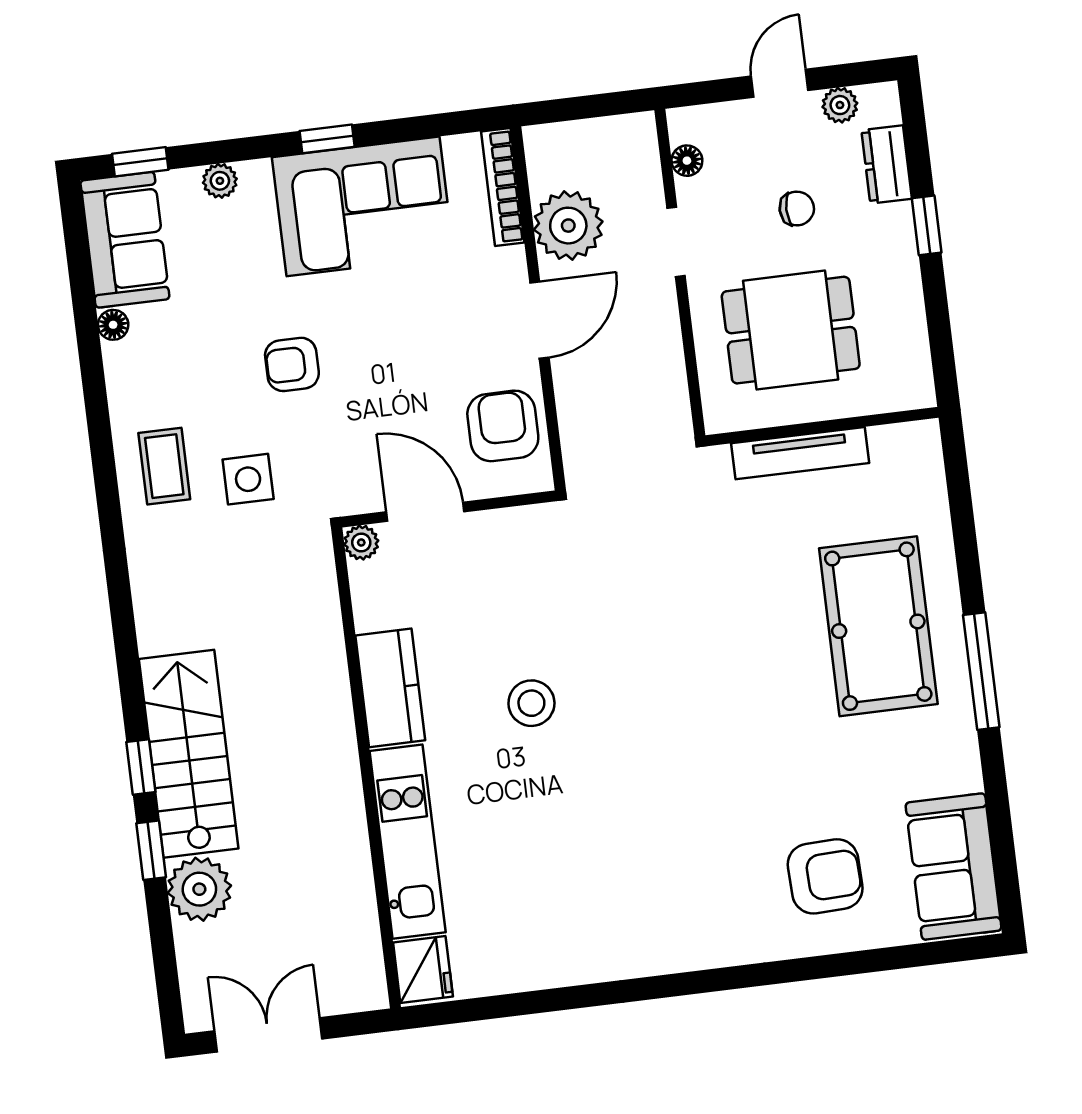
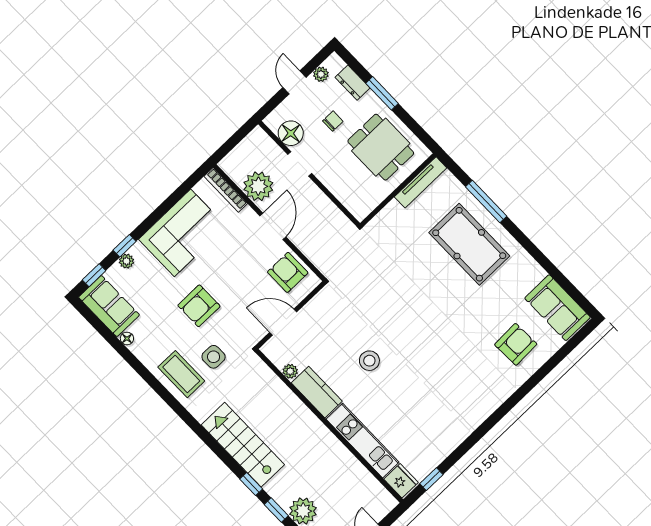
window: (327, 139) -> (125, 246), moved
floor lamp: (687, 161) -> (291, 133), width x1.89, depth x1.89
window: (927, 225) -> (382, 93), width x1.50
dining table: (791, 330) -> (381, 147), moved, turned 90
armchair: (292, 364) -> (199, 306), width x1.38, depth x1.38
tv unit: (800, 453) -> (421, 182), moved
coffee table: (164, 466) -> (181, 374), width x1.36, depth x1.30
plant: (361, 542) -> (290, 371), moved
window: (981, 671) -> (486, 201), moved
stairs: (189, 754) -> (243, 445), moved
window: (481, 1009) -> (431, 479), added

